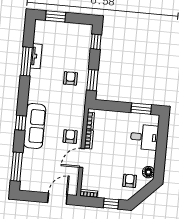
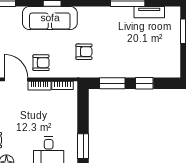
window: (96, 42) -> (144, 83), moved
tv unit: (36, 56) -> (149, 12), moved
armchair: (70, 78) -> (84, 52), moved

